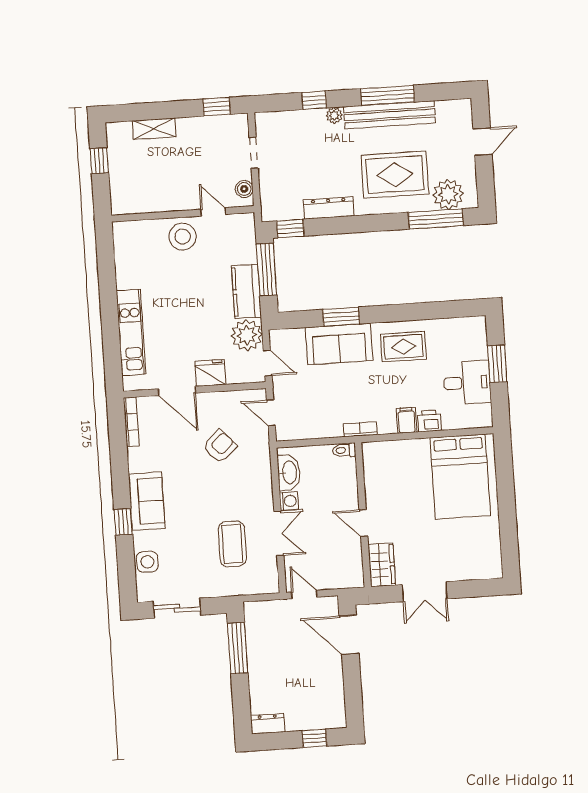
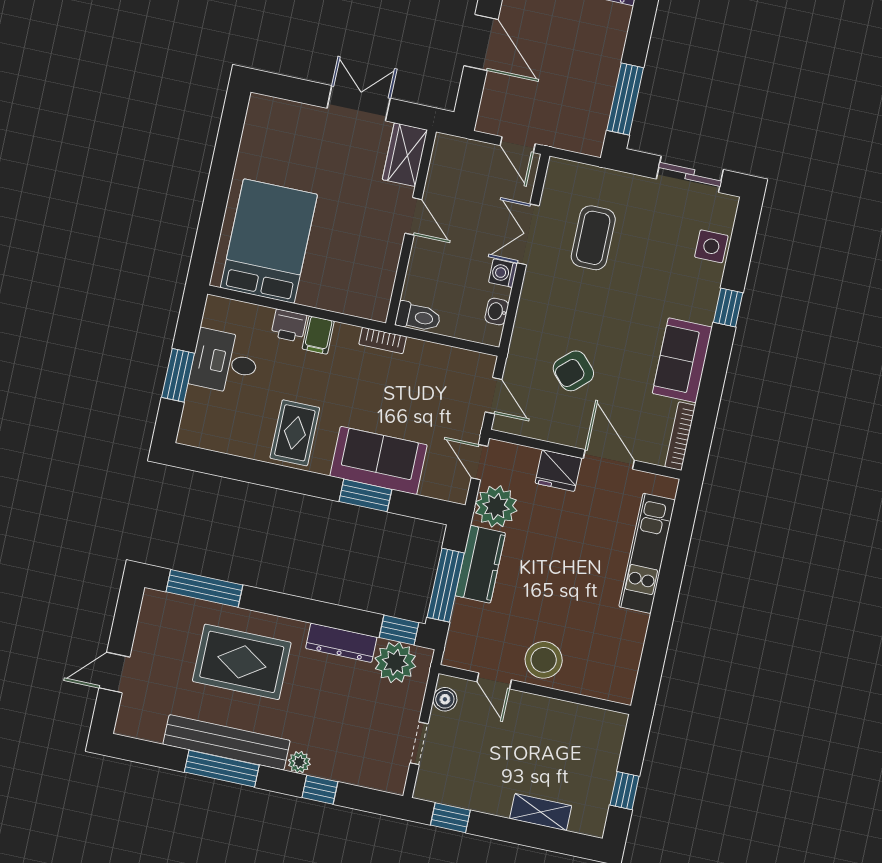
plant: (448, 194) -> (395, 662), moved
rug: (403, 347) -> (295, 433), turned 90
toilet: (344, 450) -> (418, 317), width x1.37, depth x1.39
washbasin: (289, 472) -> (497, 311), width x0.52, depth x0.69
sofa: (147, 501) -> (682, 360), moved
door: (349, 635) -> (481, 42), moved

